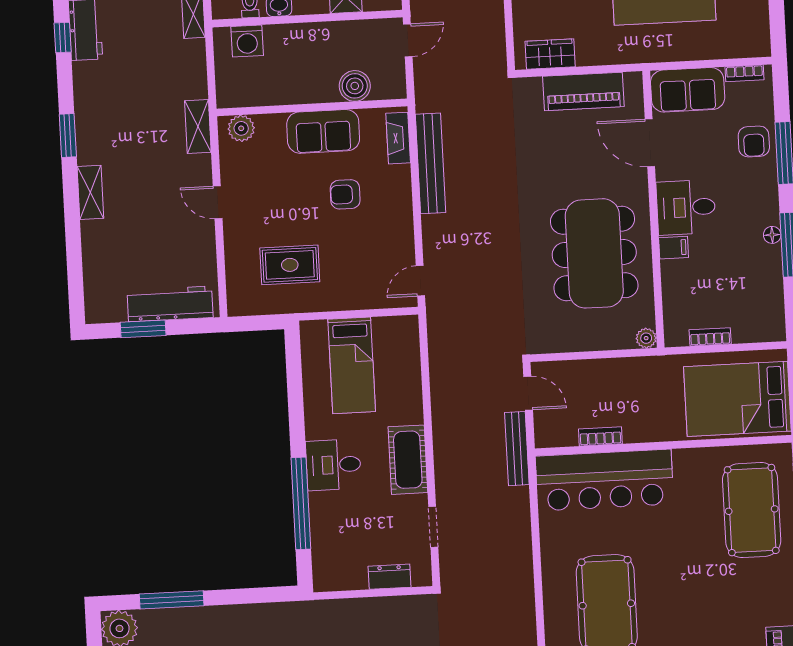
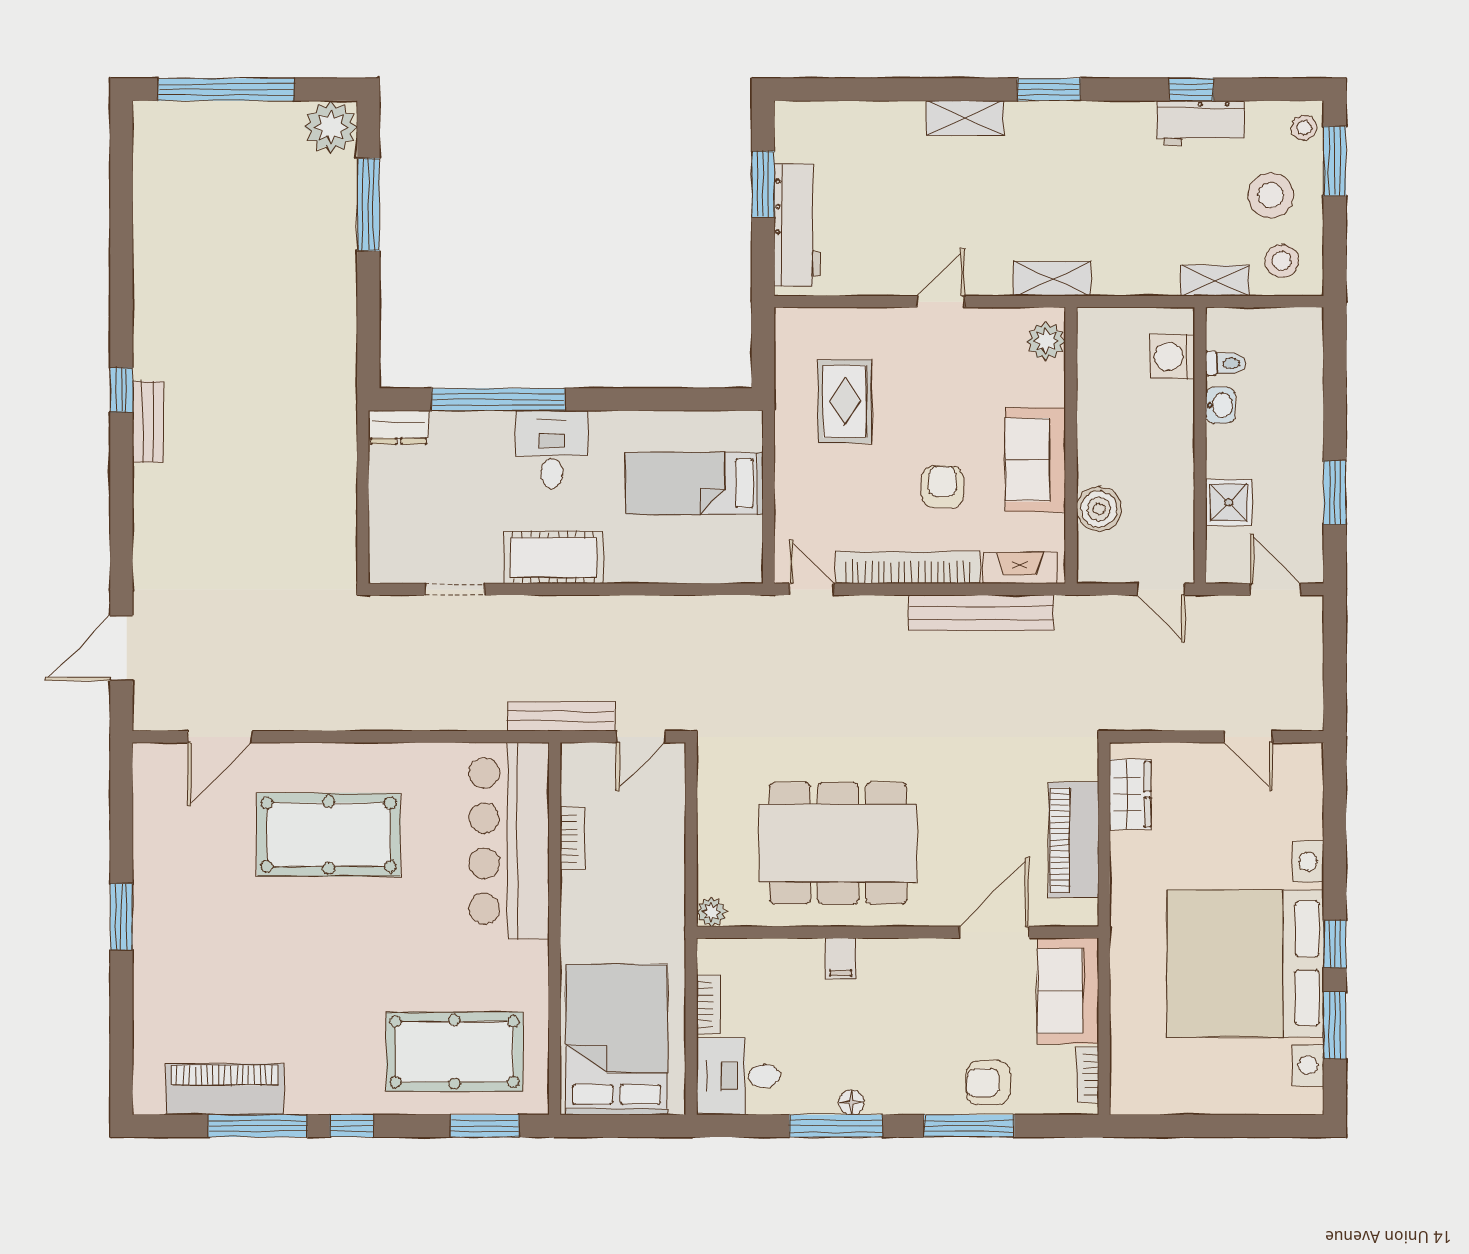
desk: (686, 207) -> (738, 1076), moved, turned -90
bookcase: (402, 215) -> (908, 567), added
dresser: (390, 577) -> (398, 427), moved, turned 90

